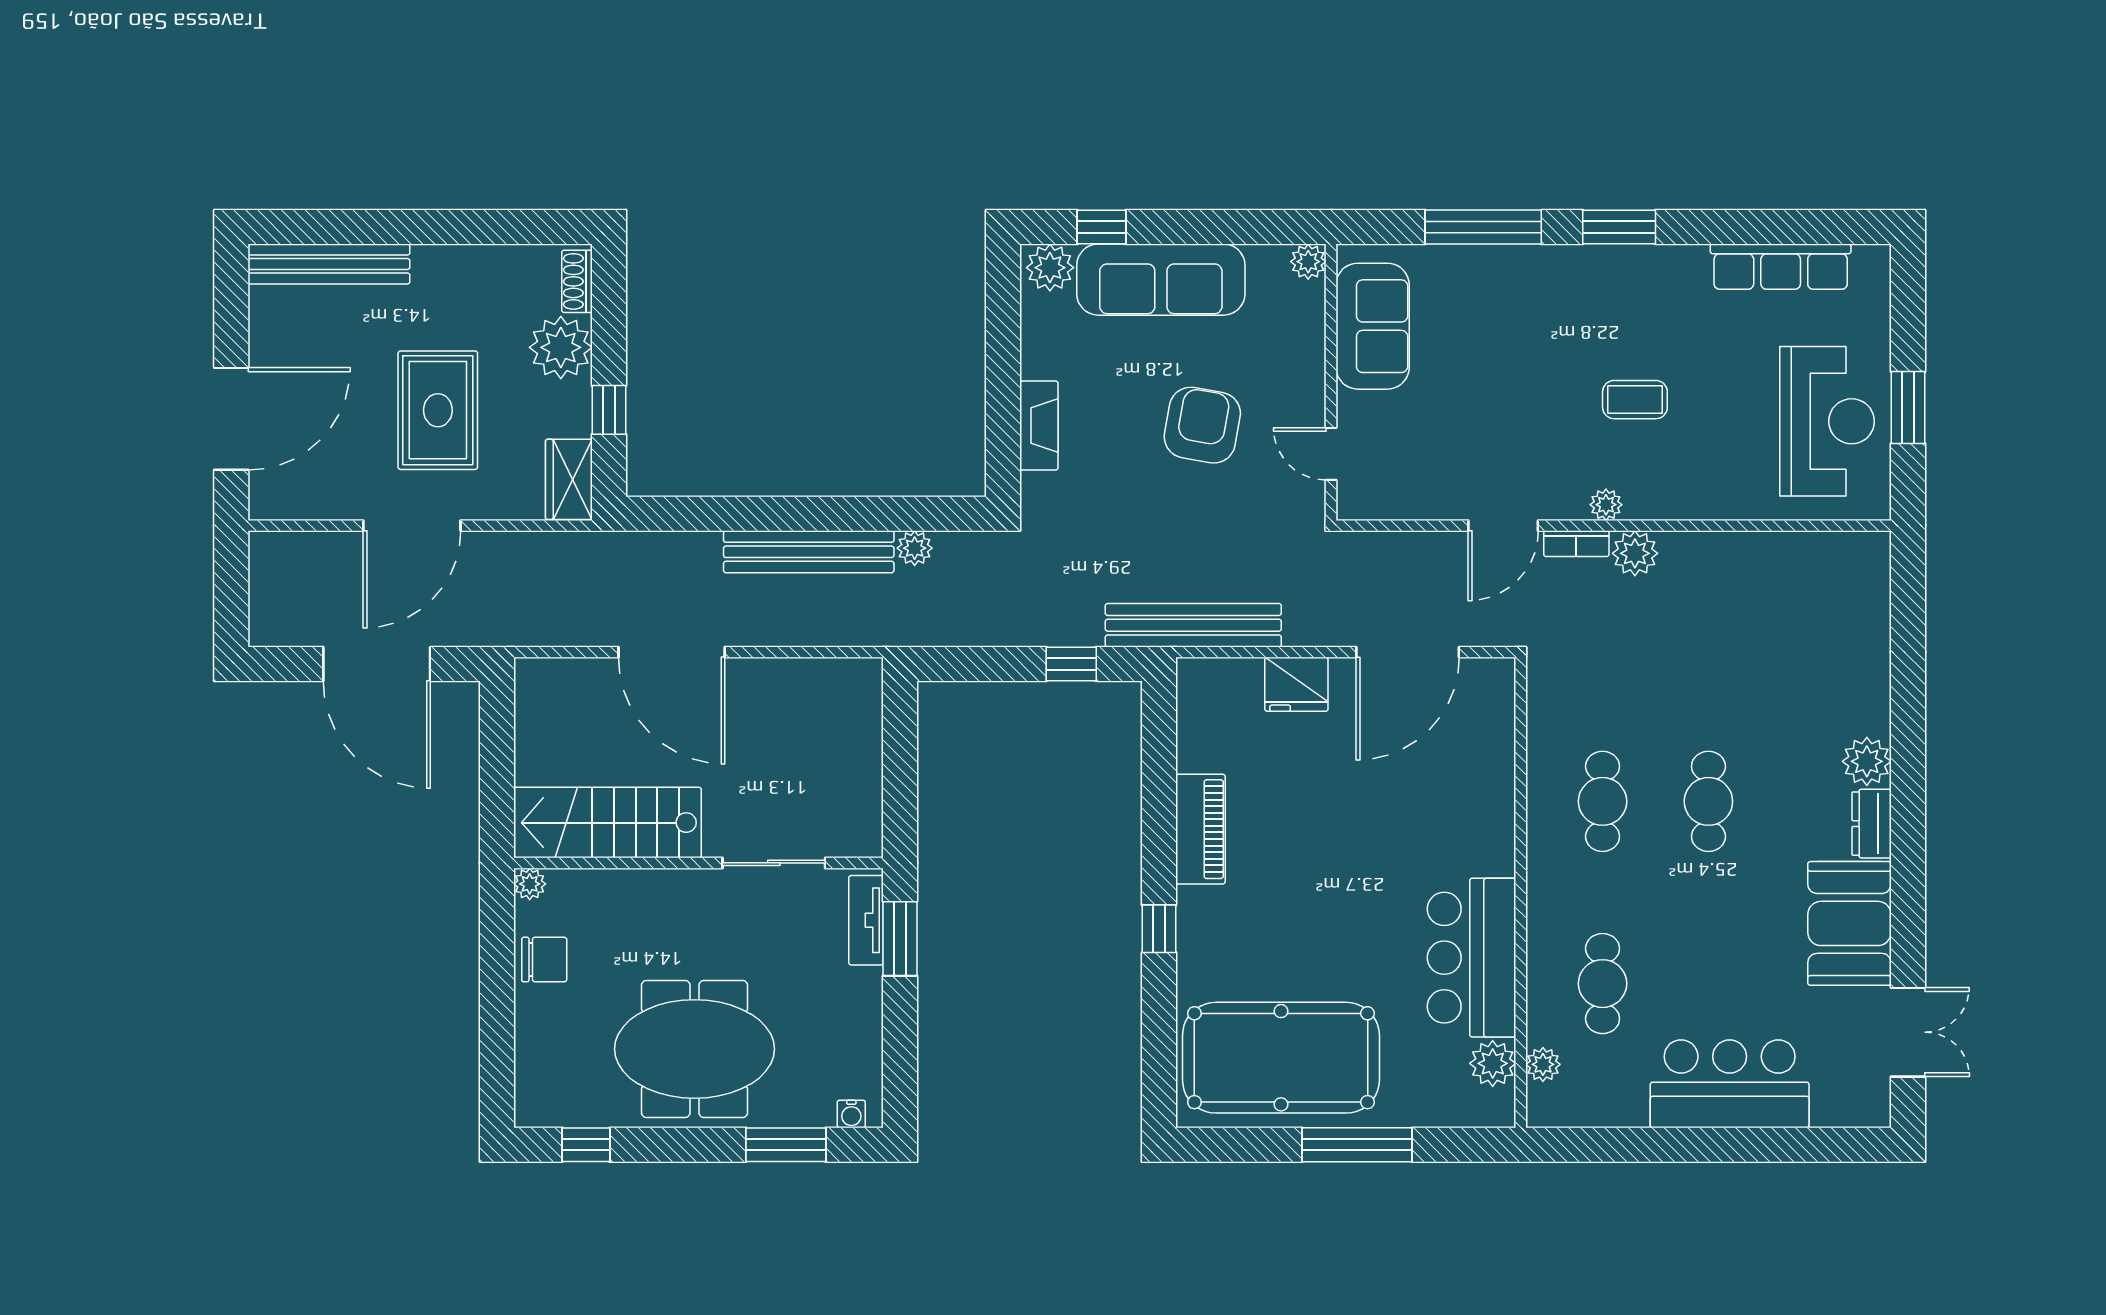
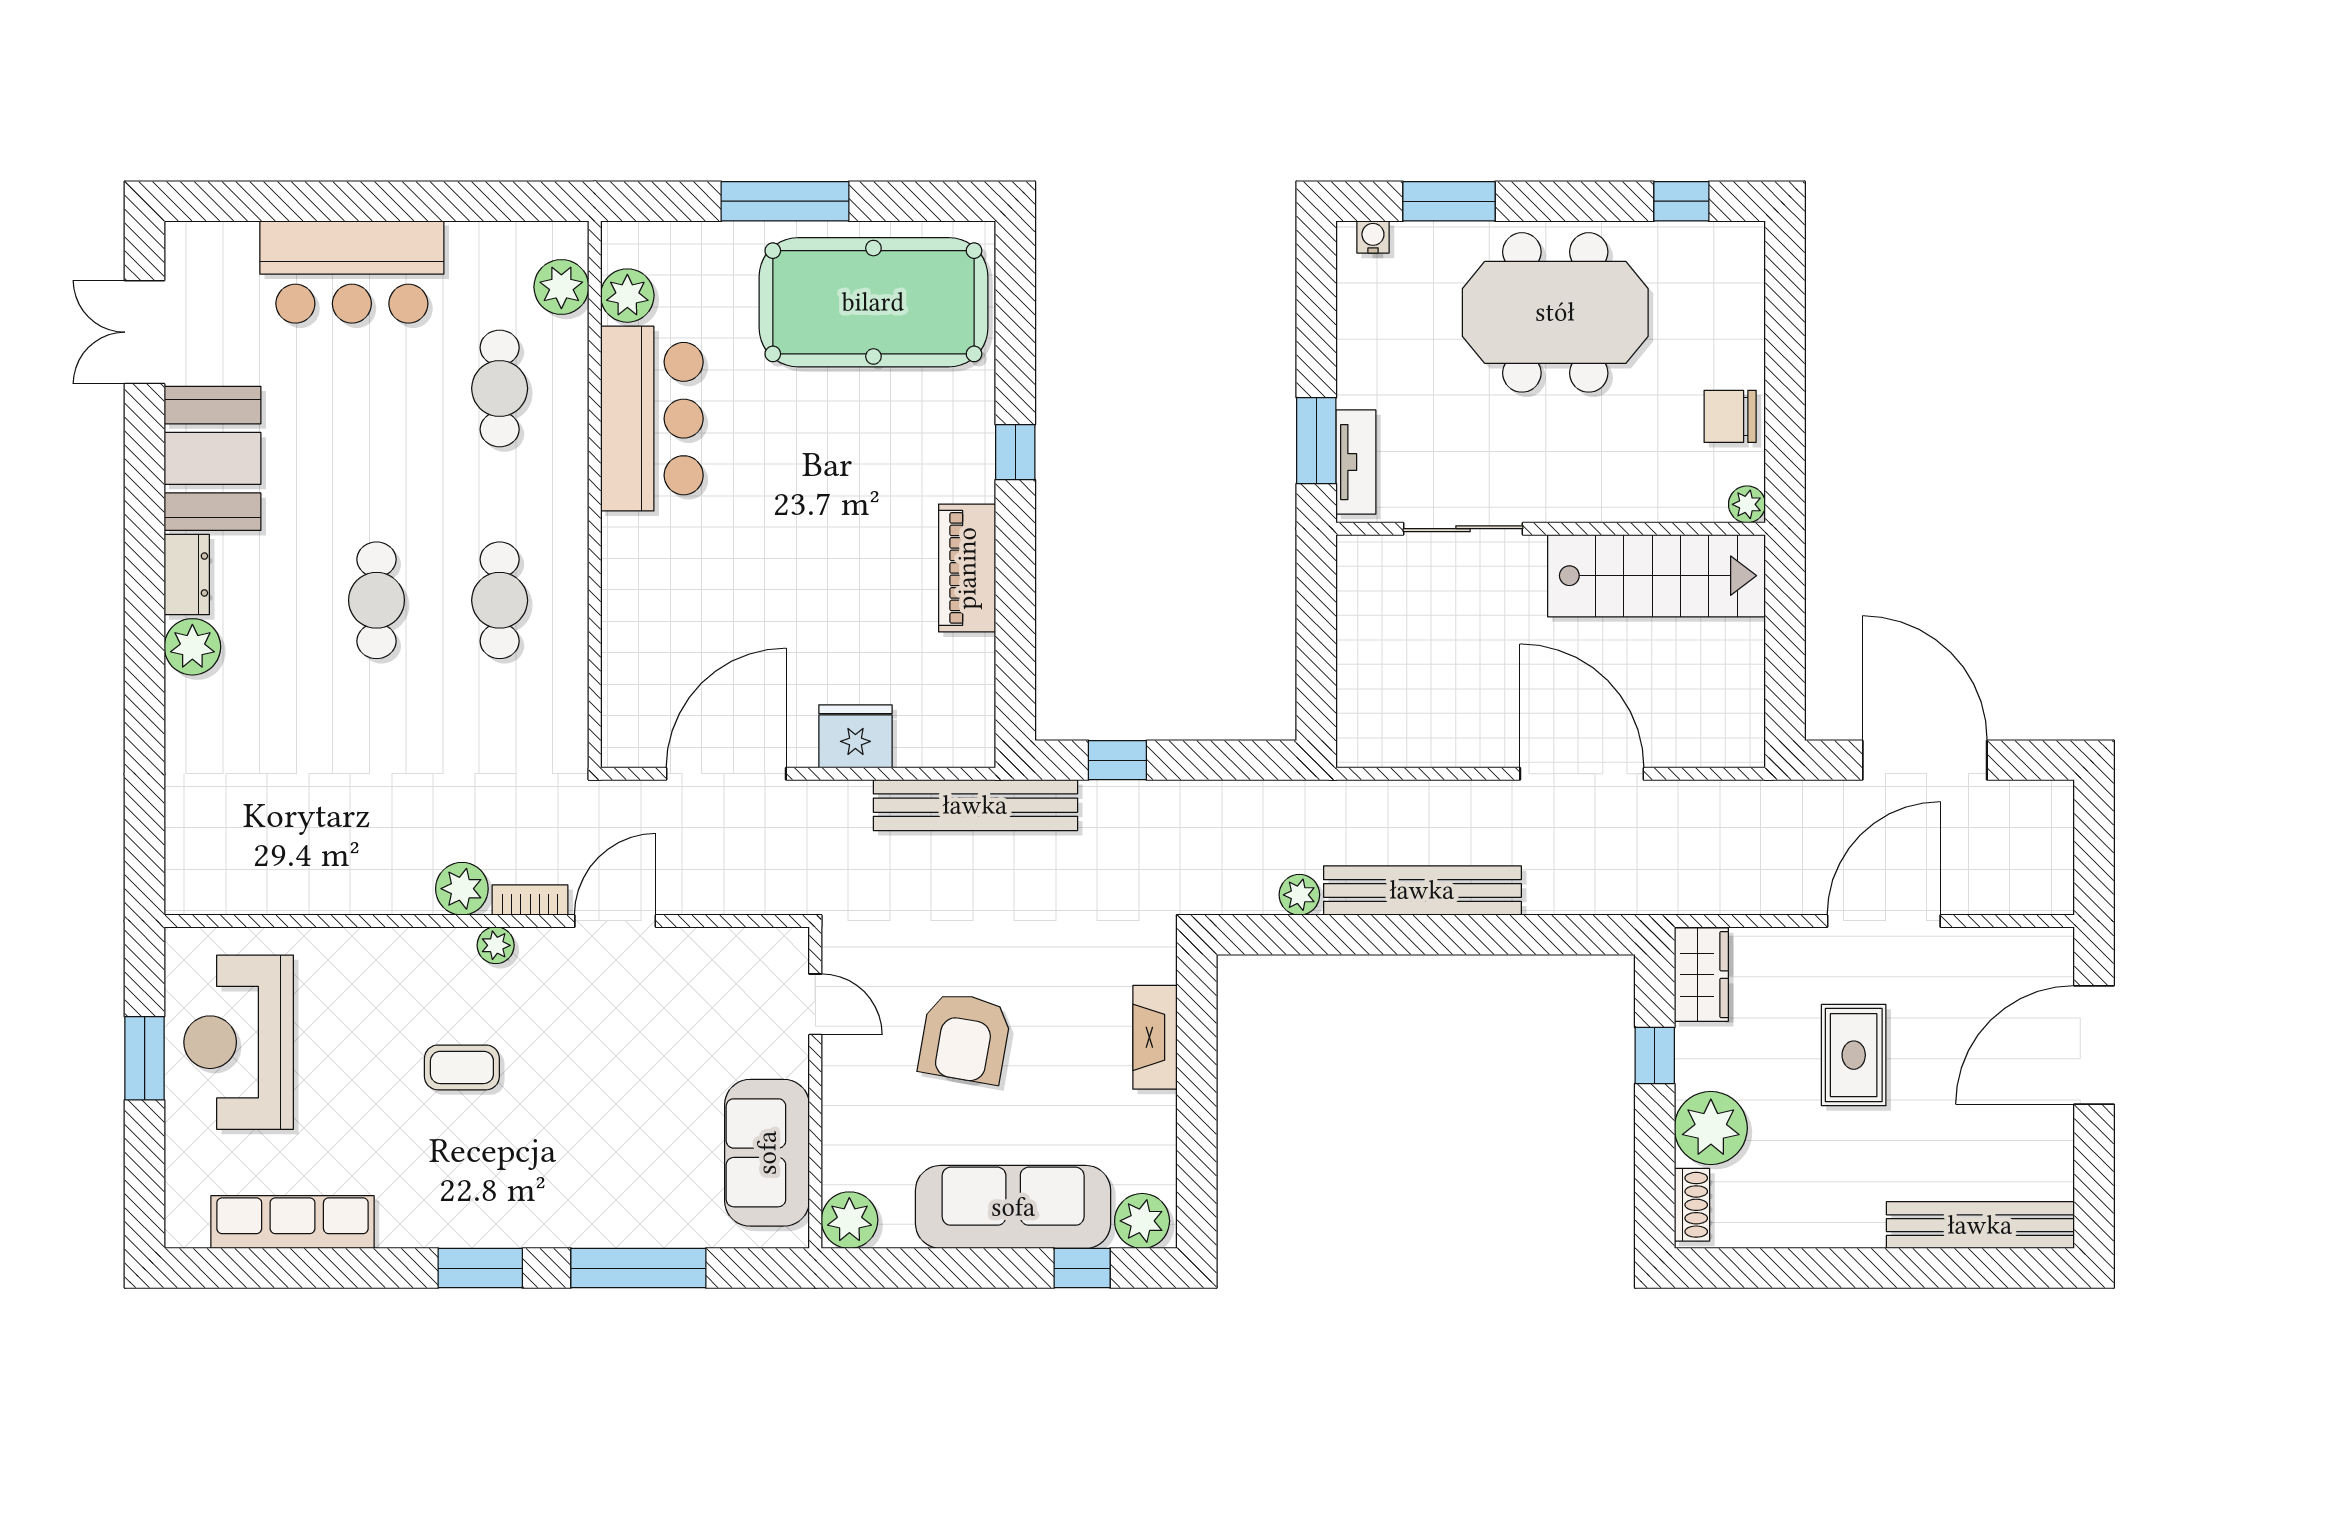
plant: (1308, 262) -> (849, 1220), width x1.38, depth x1.38
rug: (438, 410) -> (1854, 1055), width x0.73, depth x0.70
plant: (1543, 1064) -> (561, 287), width x1.38, depth x1.38

